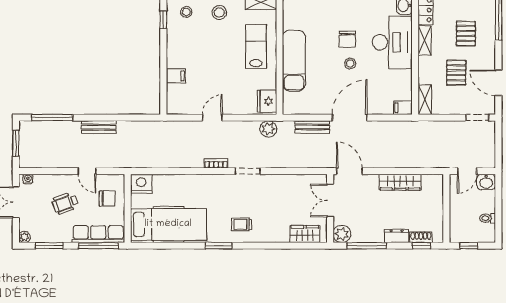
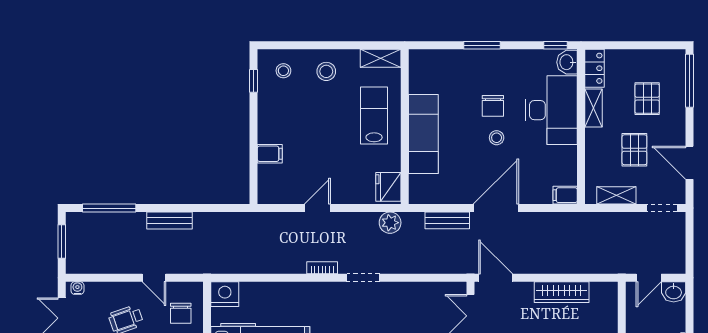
shelving: (425, 100) -> (616, 195), moved, turned 90
chair: (107, 199) -> (181, 313), turned 90

